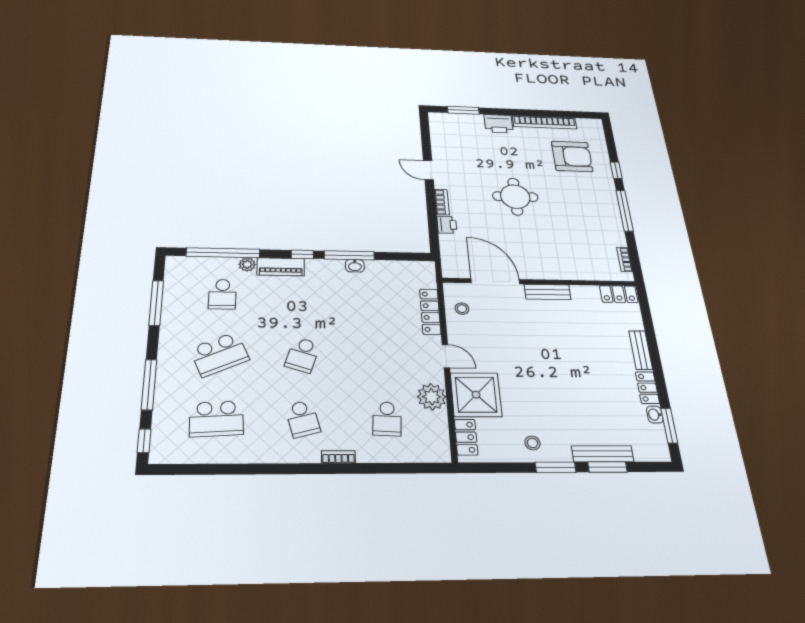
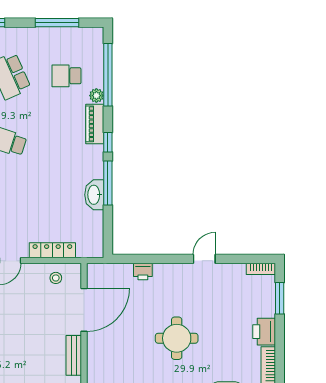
bookcase: (442, 202) -> (261, 269), moved
washbasin: (355, 266) -> (94, 195), width x1.91, depth x1.45

